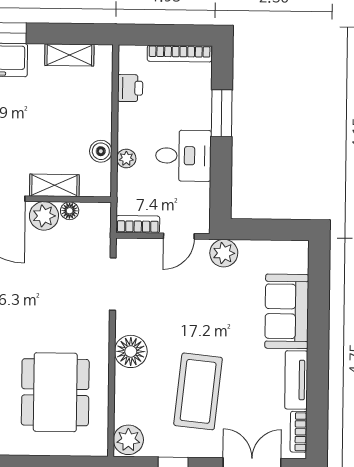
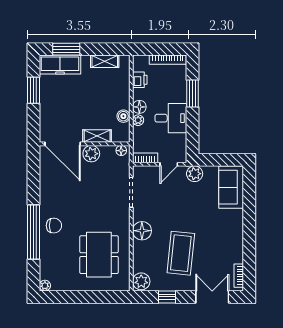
floor lamp: (129, 135) -> (139, 107), added
floor lamp: (70, 211) -> (121, 151), moved
sofa: (287, 311) -> (231, 187), moved
tv unit: (296, 380) -> (237, 246), removed

